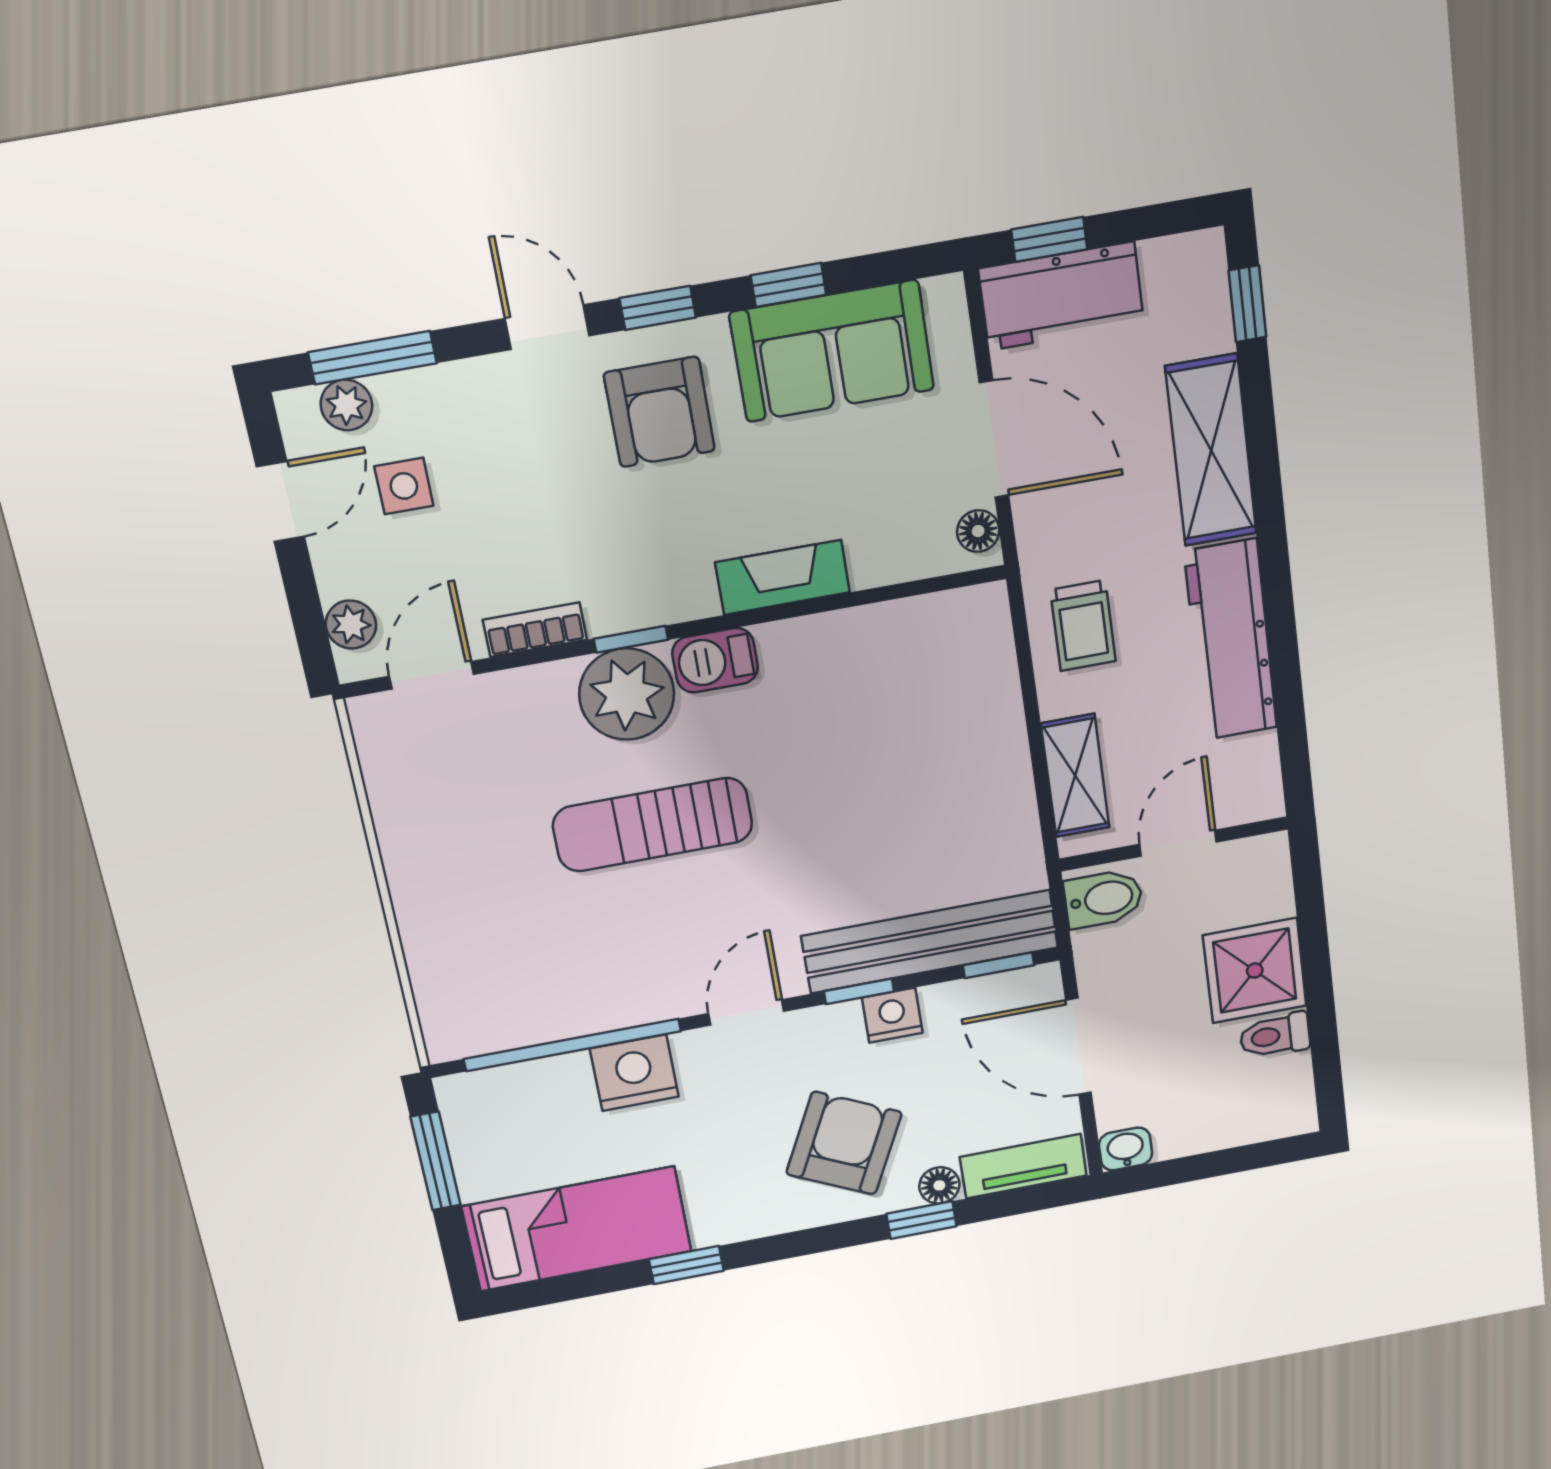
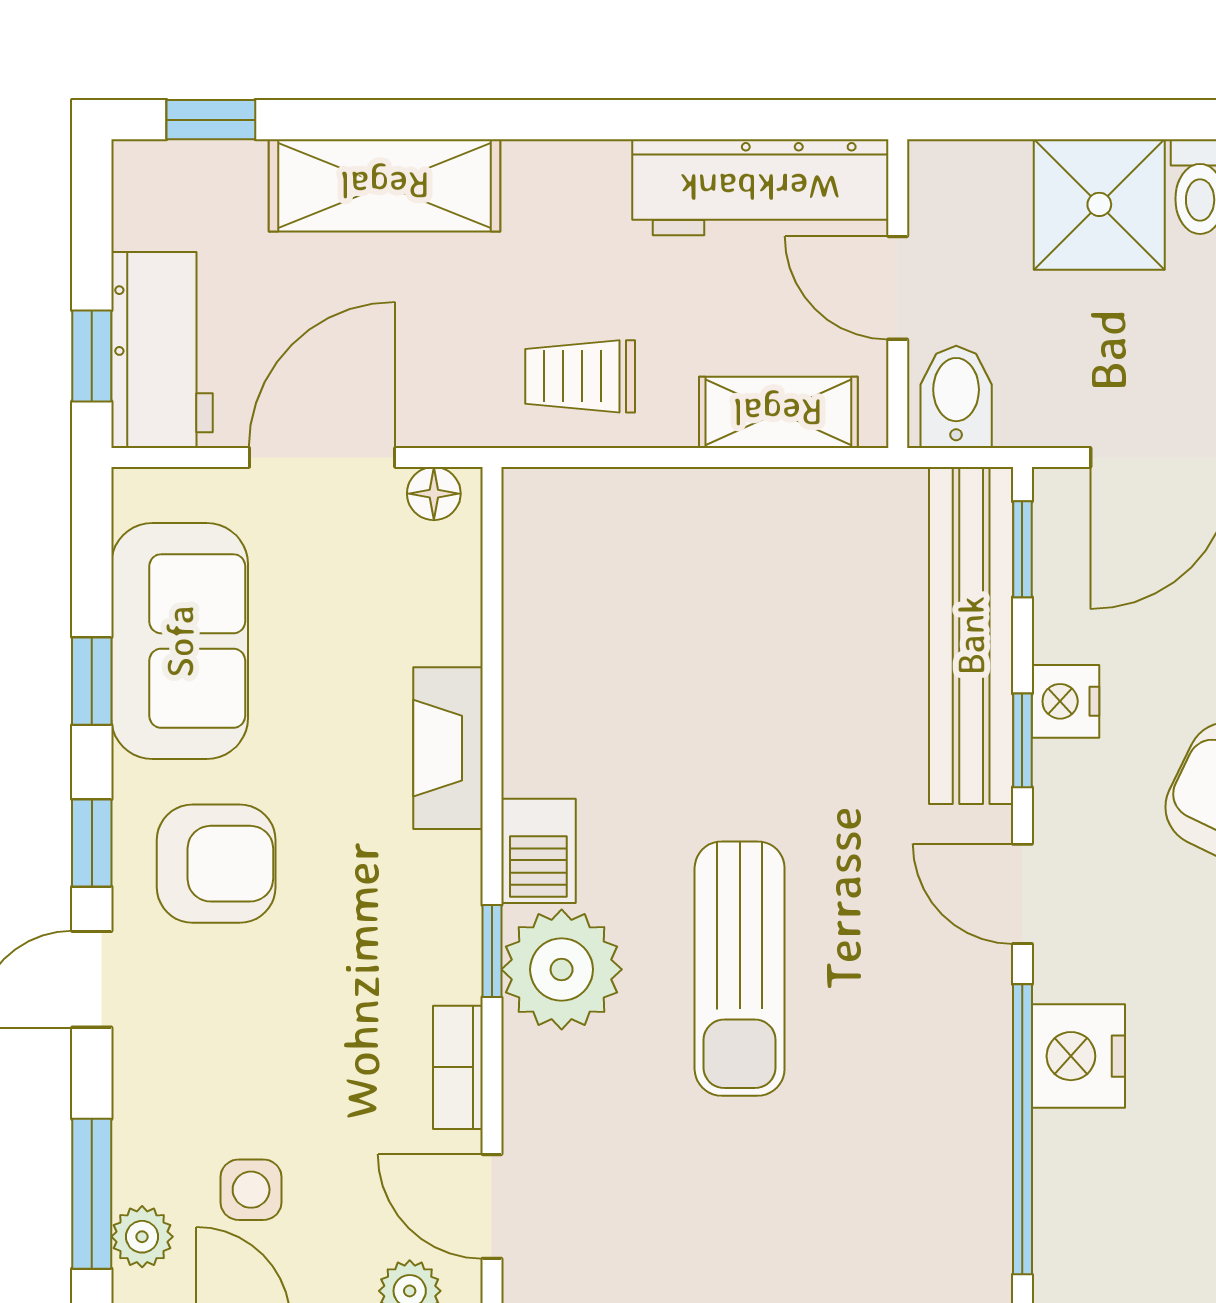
trolley: (1083, 626) -> (580, 376), turned 180
workbench: (1231, 640) -> (760, 187), moved

